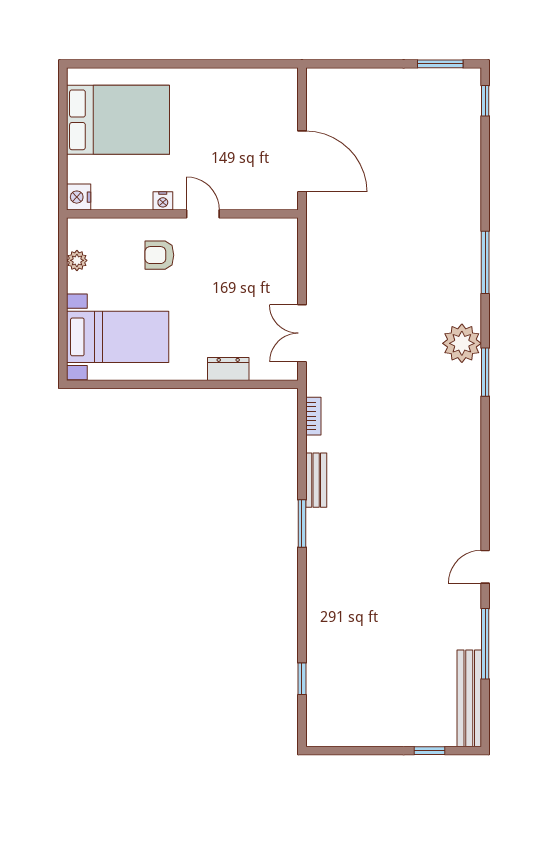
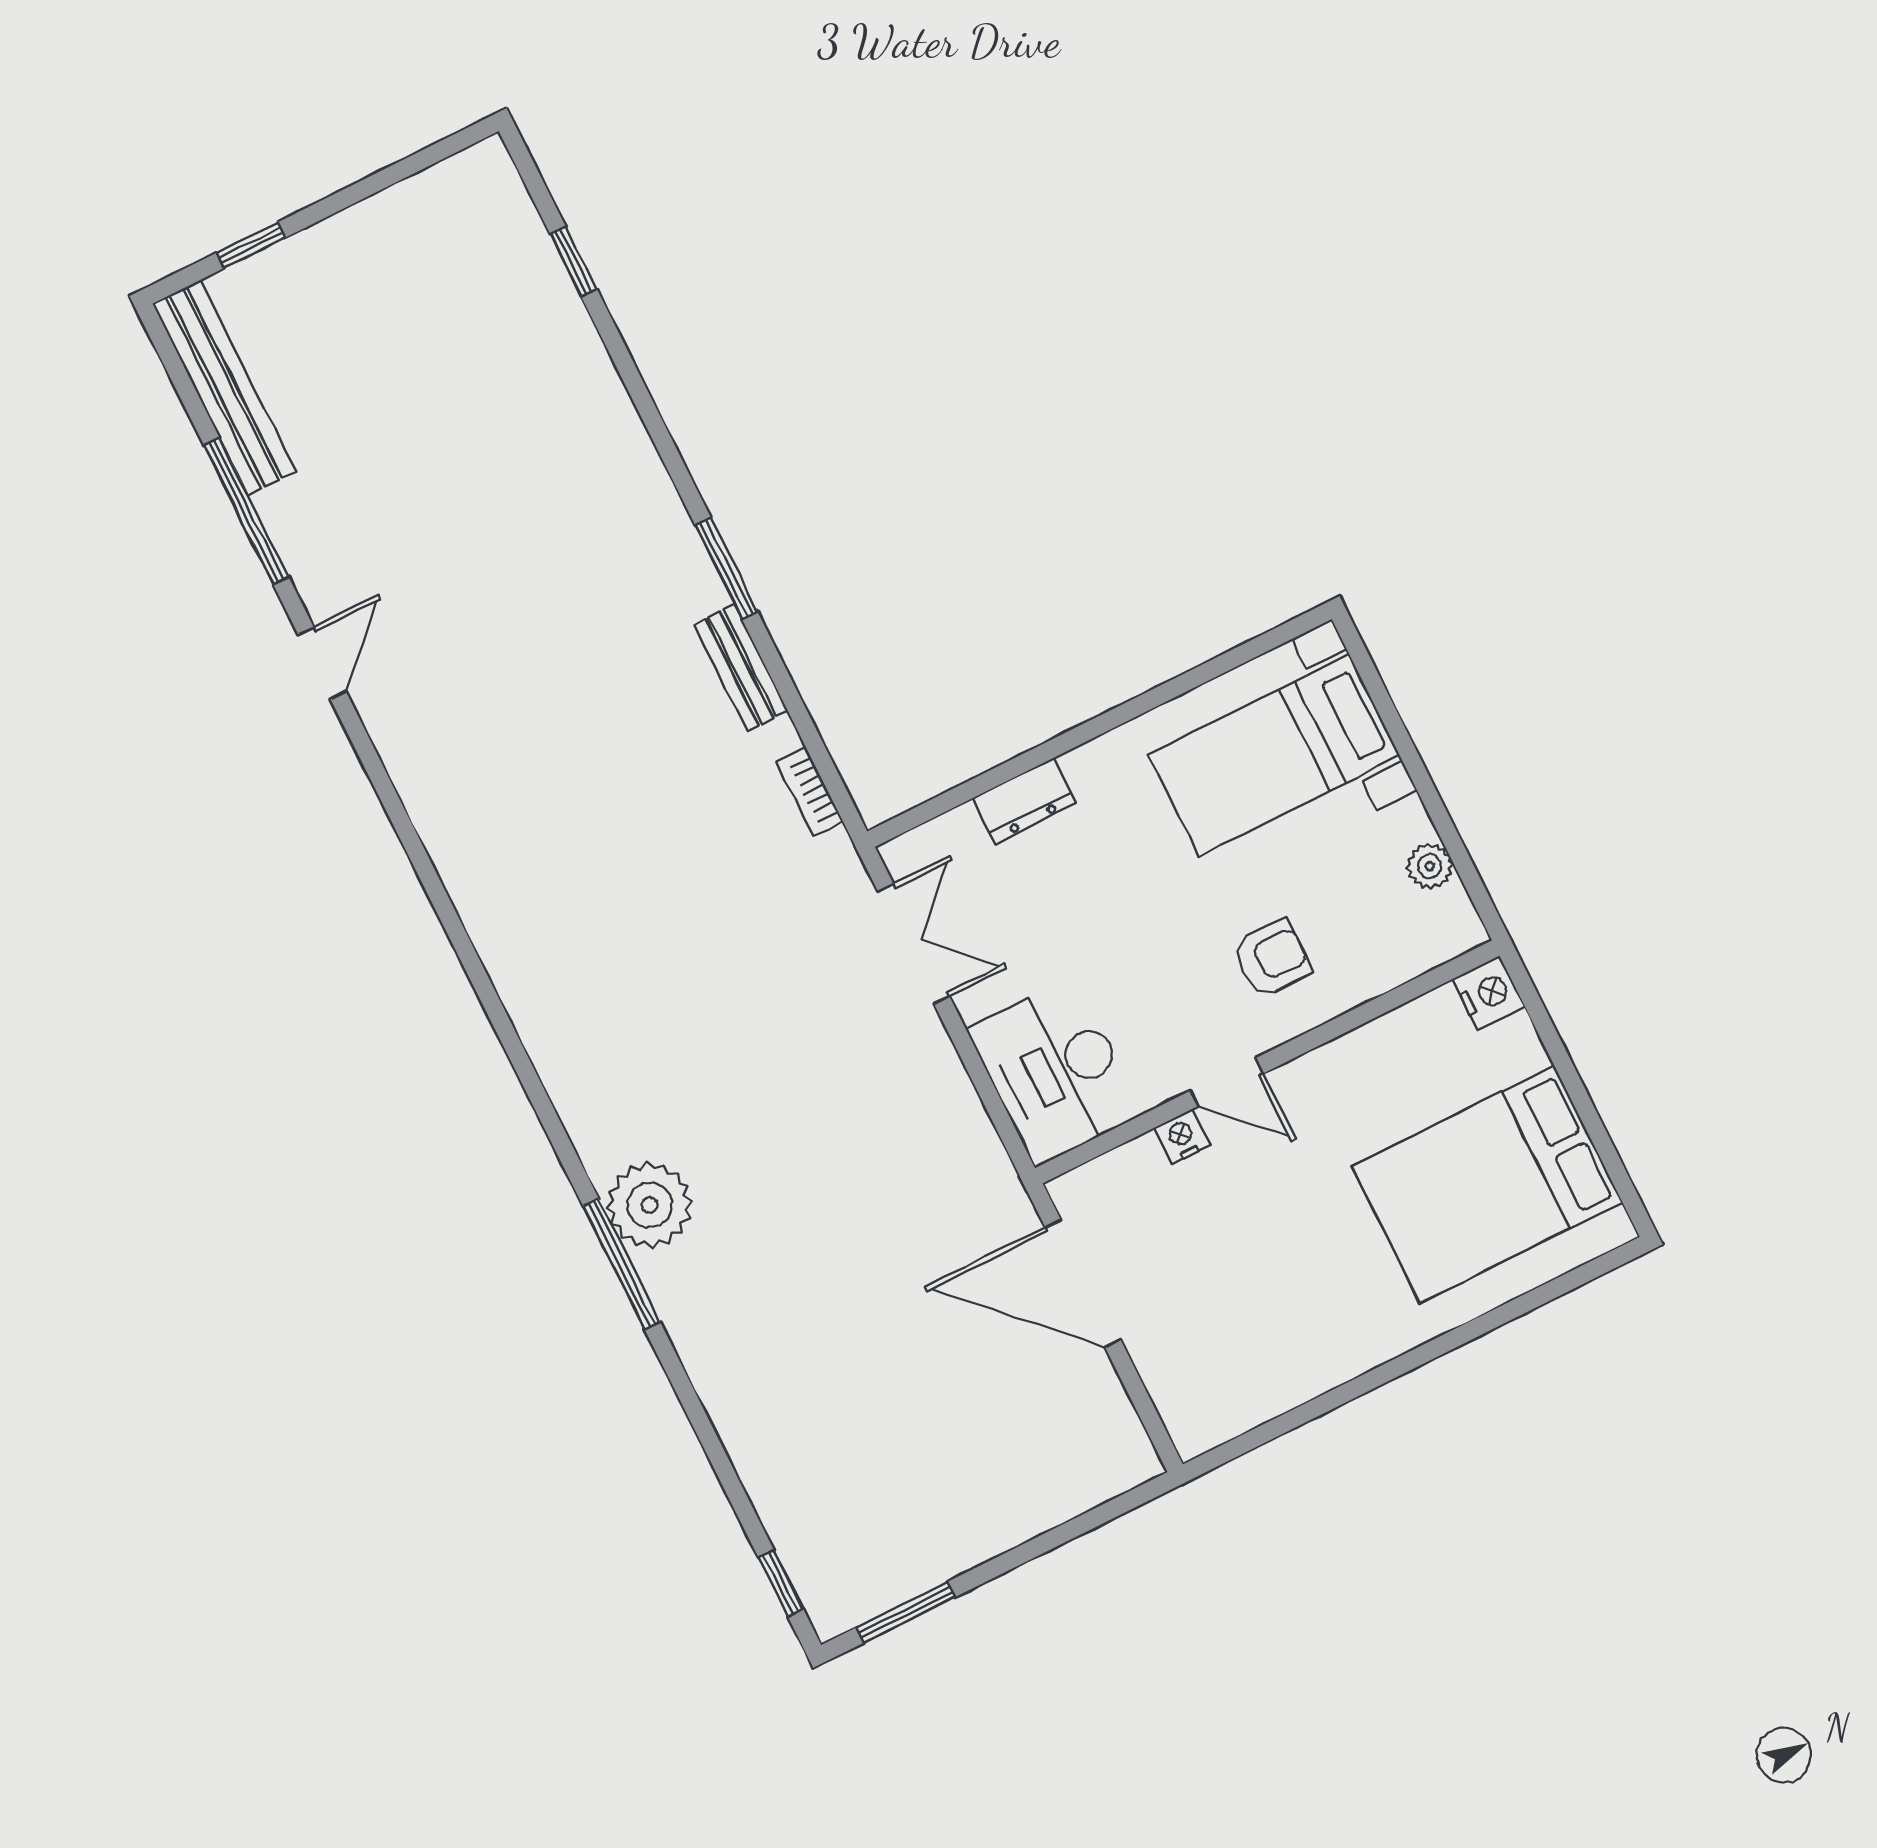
nightstand: (163, 201) -> (1182, 1136), moved
desk: (270, 253) -> (1055, 1072), added
plant: (462, 343) -> (650, 1205), moved
window: (485, 372) -> (514, 1048), removed

